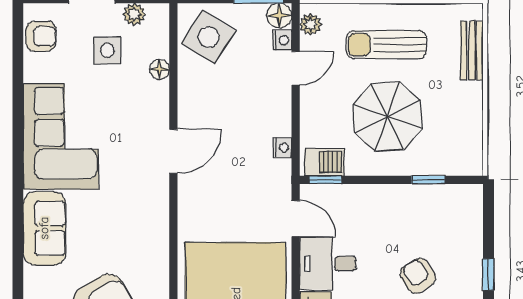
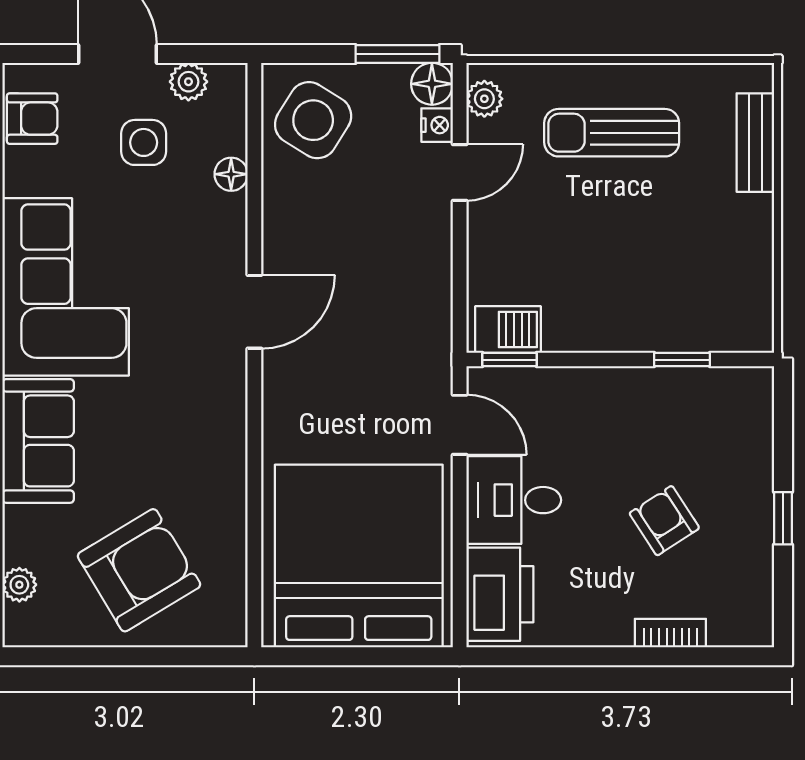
parasol: (387, 116) -> (614, 253), removed
nightstand: (283, 148) -> (437, 305), removed

